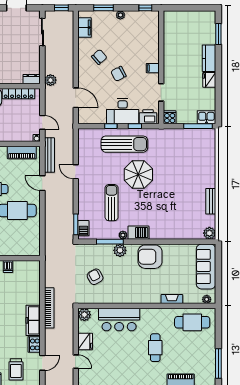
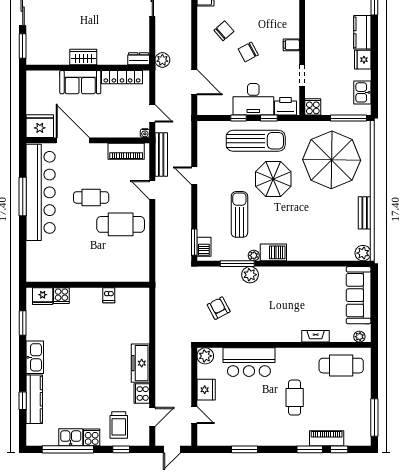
kitchen sink: (206, 117) -> (362, 92), moved, turned -90
parasol: (185, 159) -> (332, 160), added
armchair: (150, 257) -> (288, 283), removed
bookcase: (49, 308) -> (161, 347), removed

